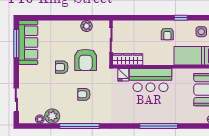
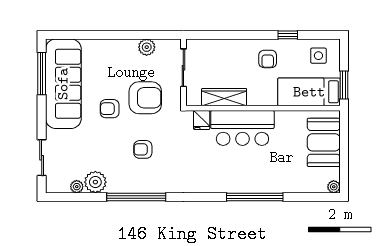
sofa: (28, 42) -> (63, 84), width x1.36, depth x1.27
wardrobe: (128, 59) -> (224, 97), moved
armchair: (86, 60) -> (145, 98), turned -90

